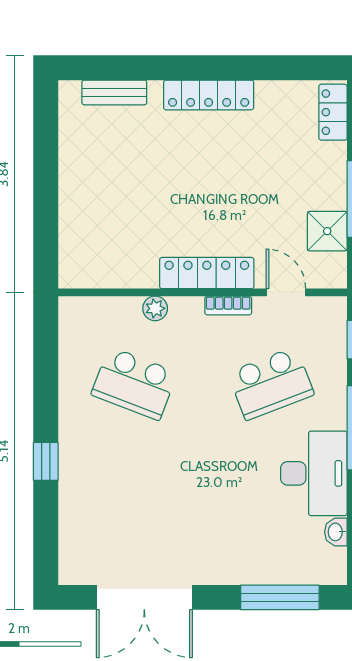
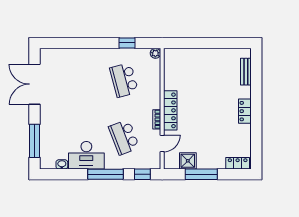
locker: (209, 95) -> (245, 111), width x0.66
plant: (155, 308) -> (155, 53), moved
school desk: (134, 383) -> (124, 80), turned -36
window: (46, 461) -> (127, 43), moved

